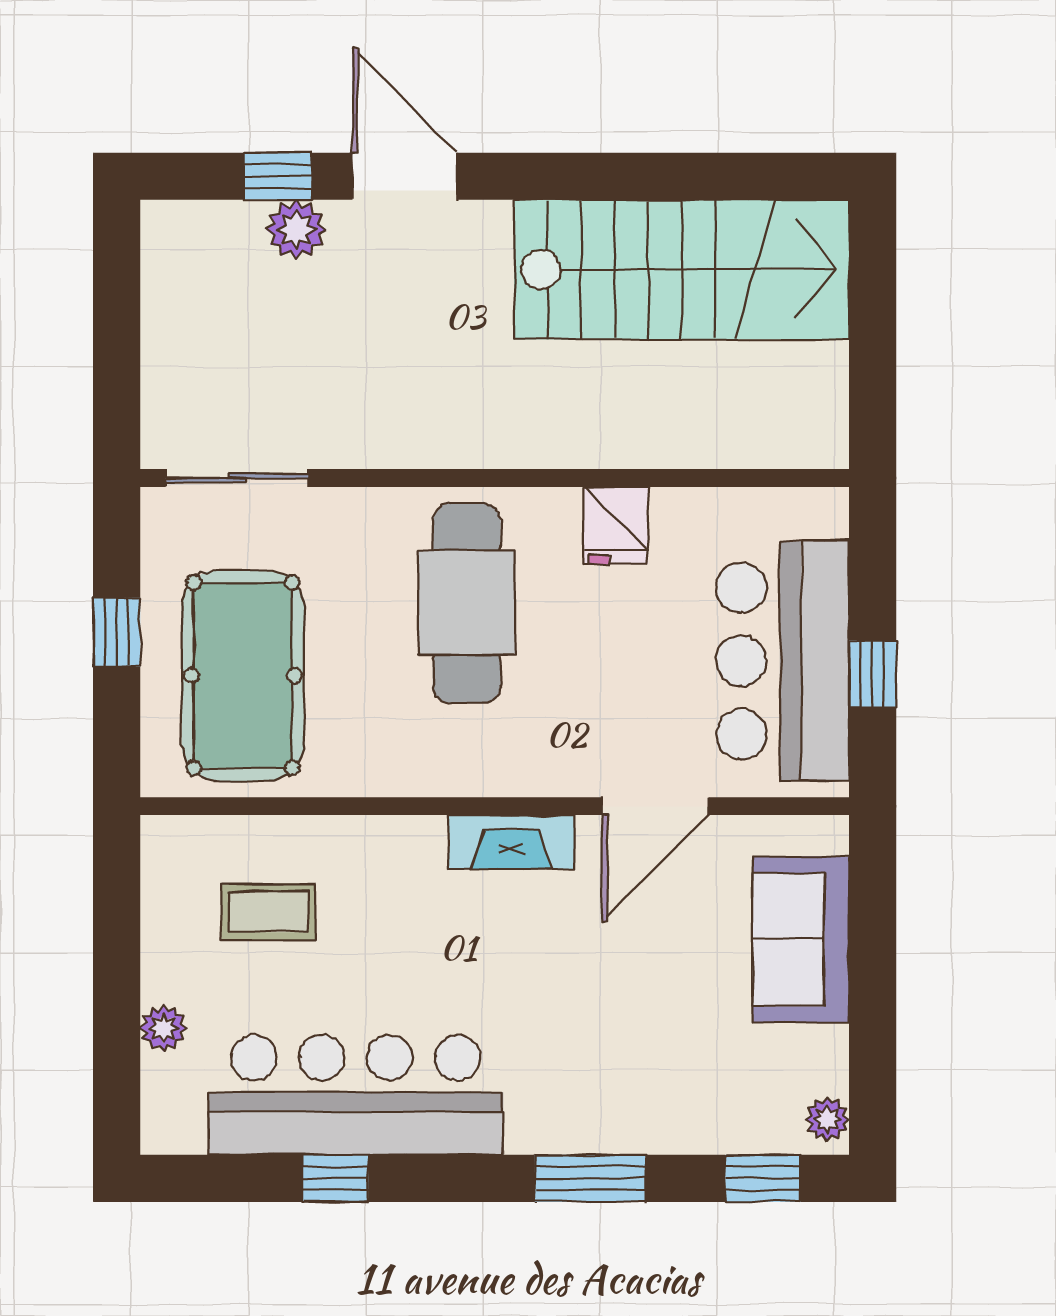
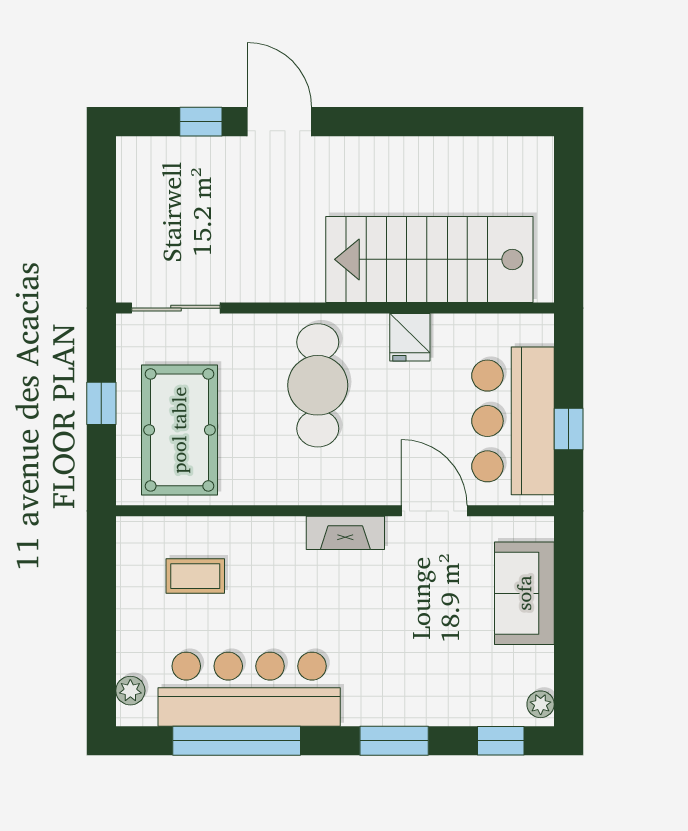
plant: (296, 230) -> (212, 155), removed
stairs: (682, 269) -> (429, 259), moved, turned 180
door: (655, 806) -> (434, 511), swing flipped
plant: (163, 1028) -> (130, 691), moved
window: (335, 1178) -> (237, 741), width x3.17

